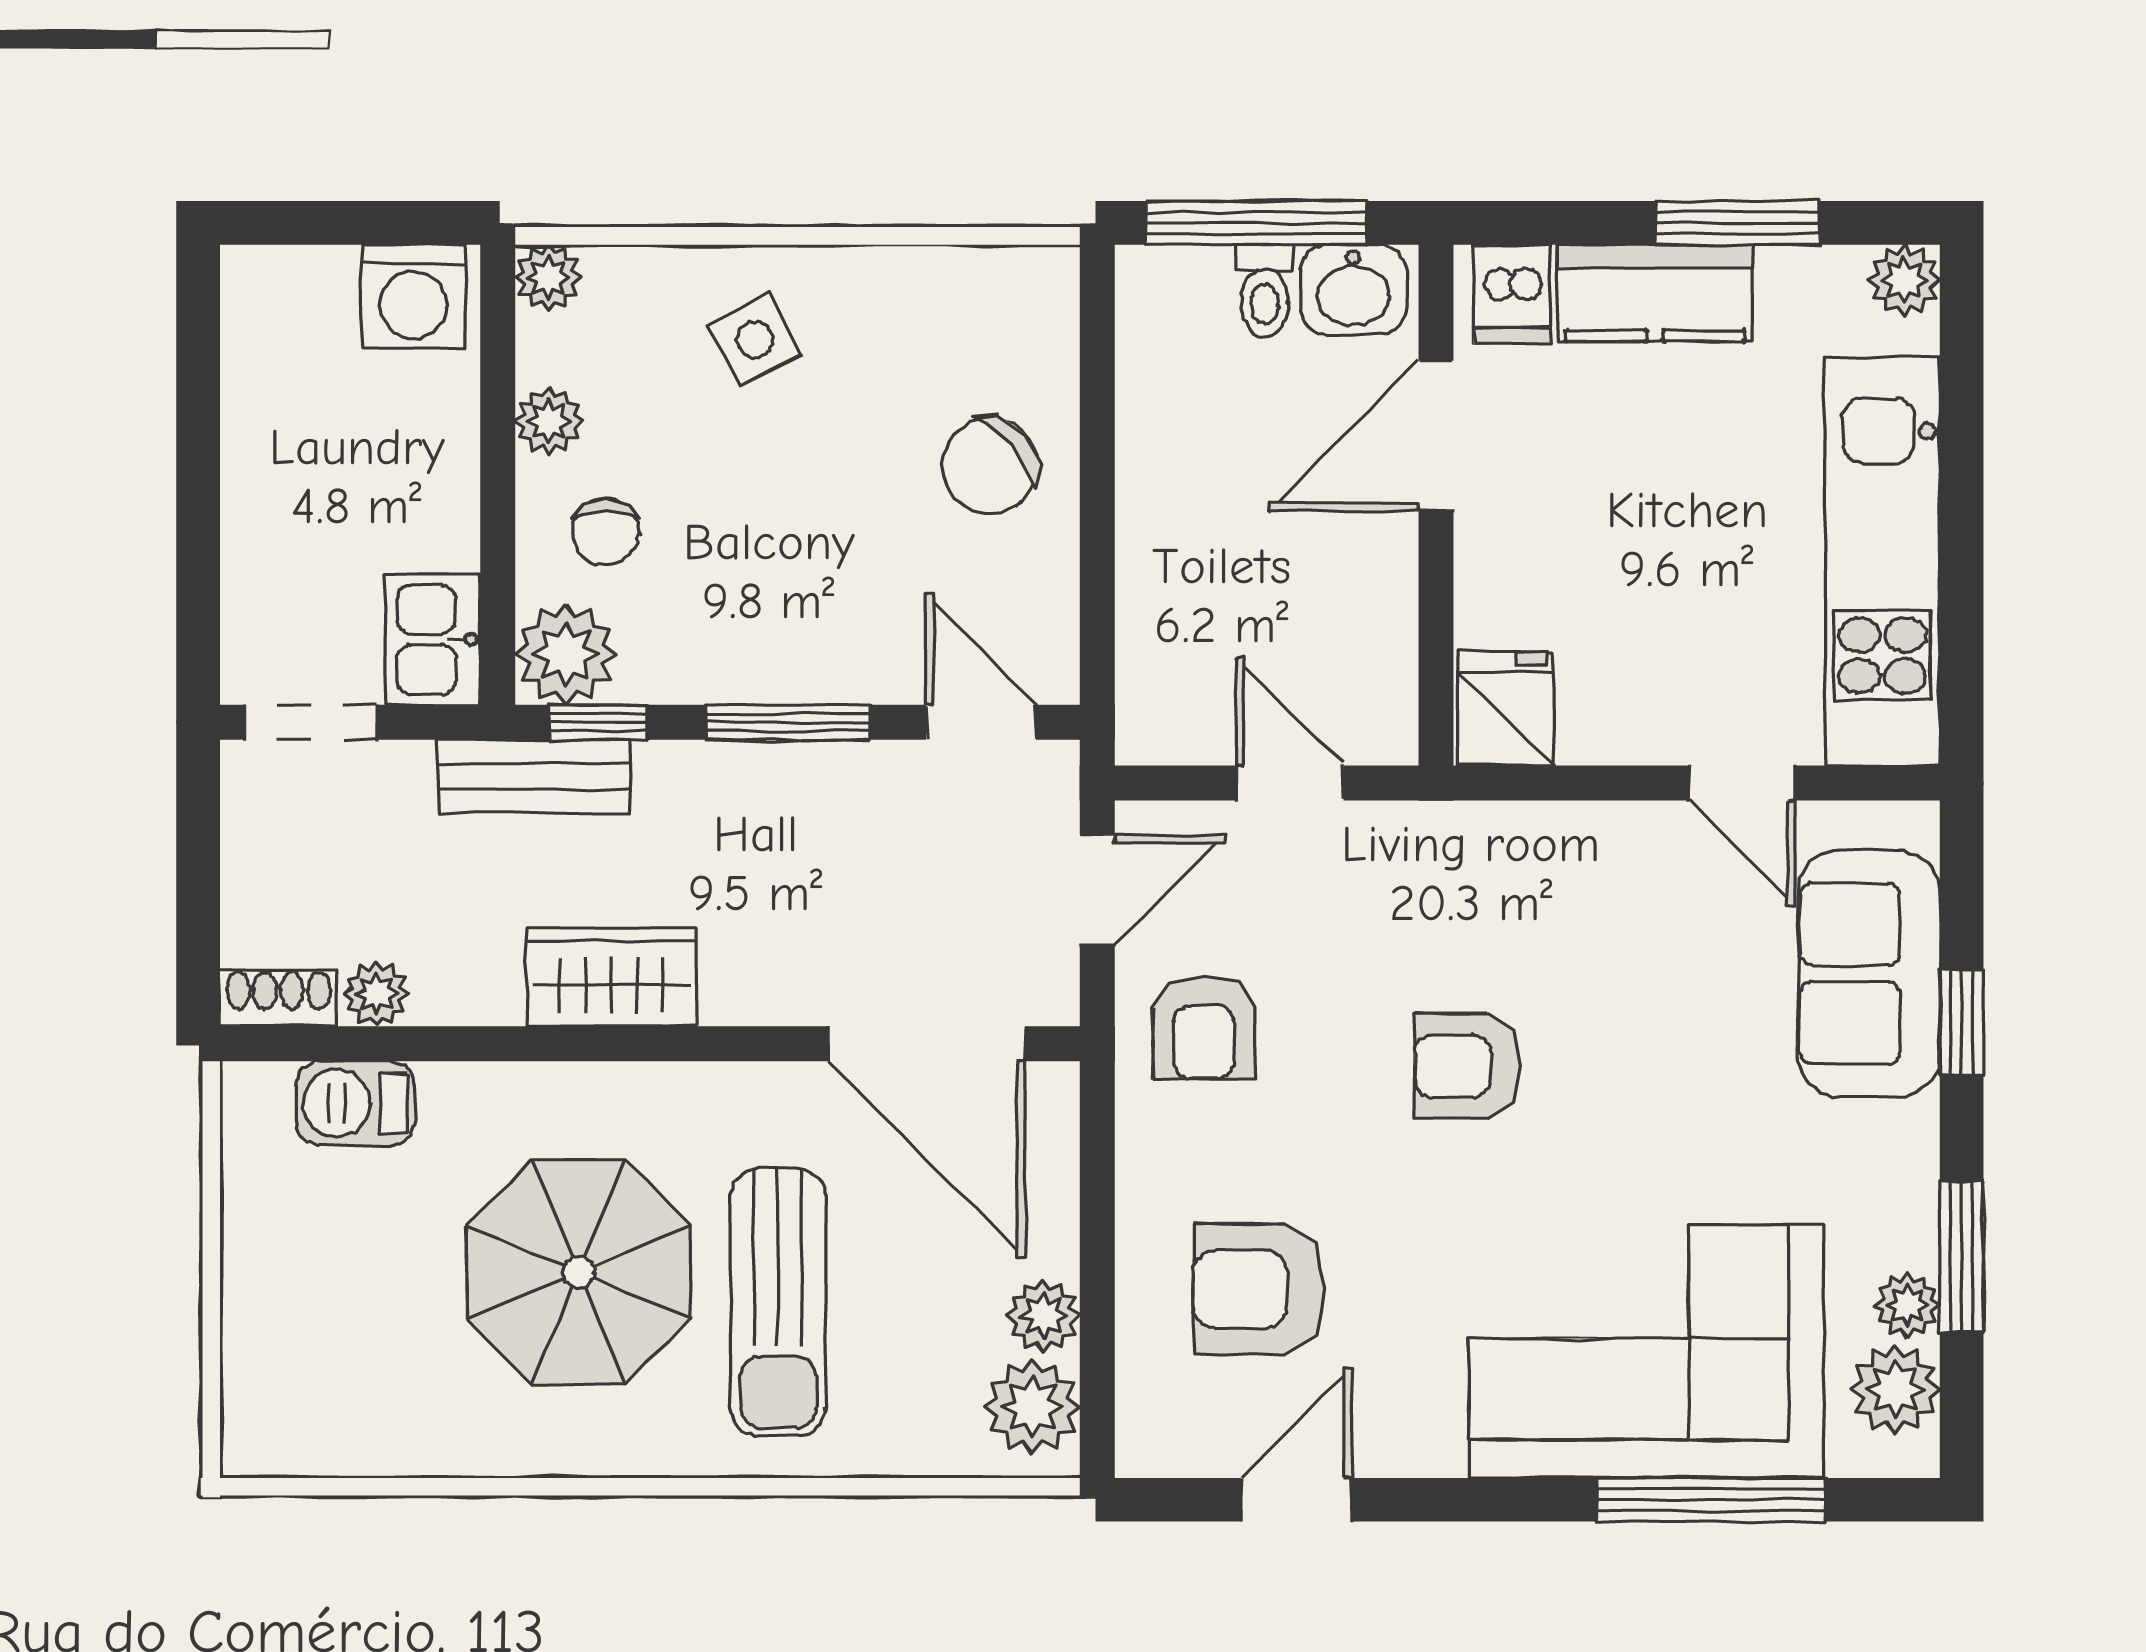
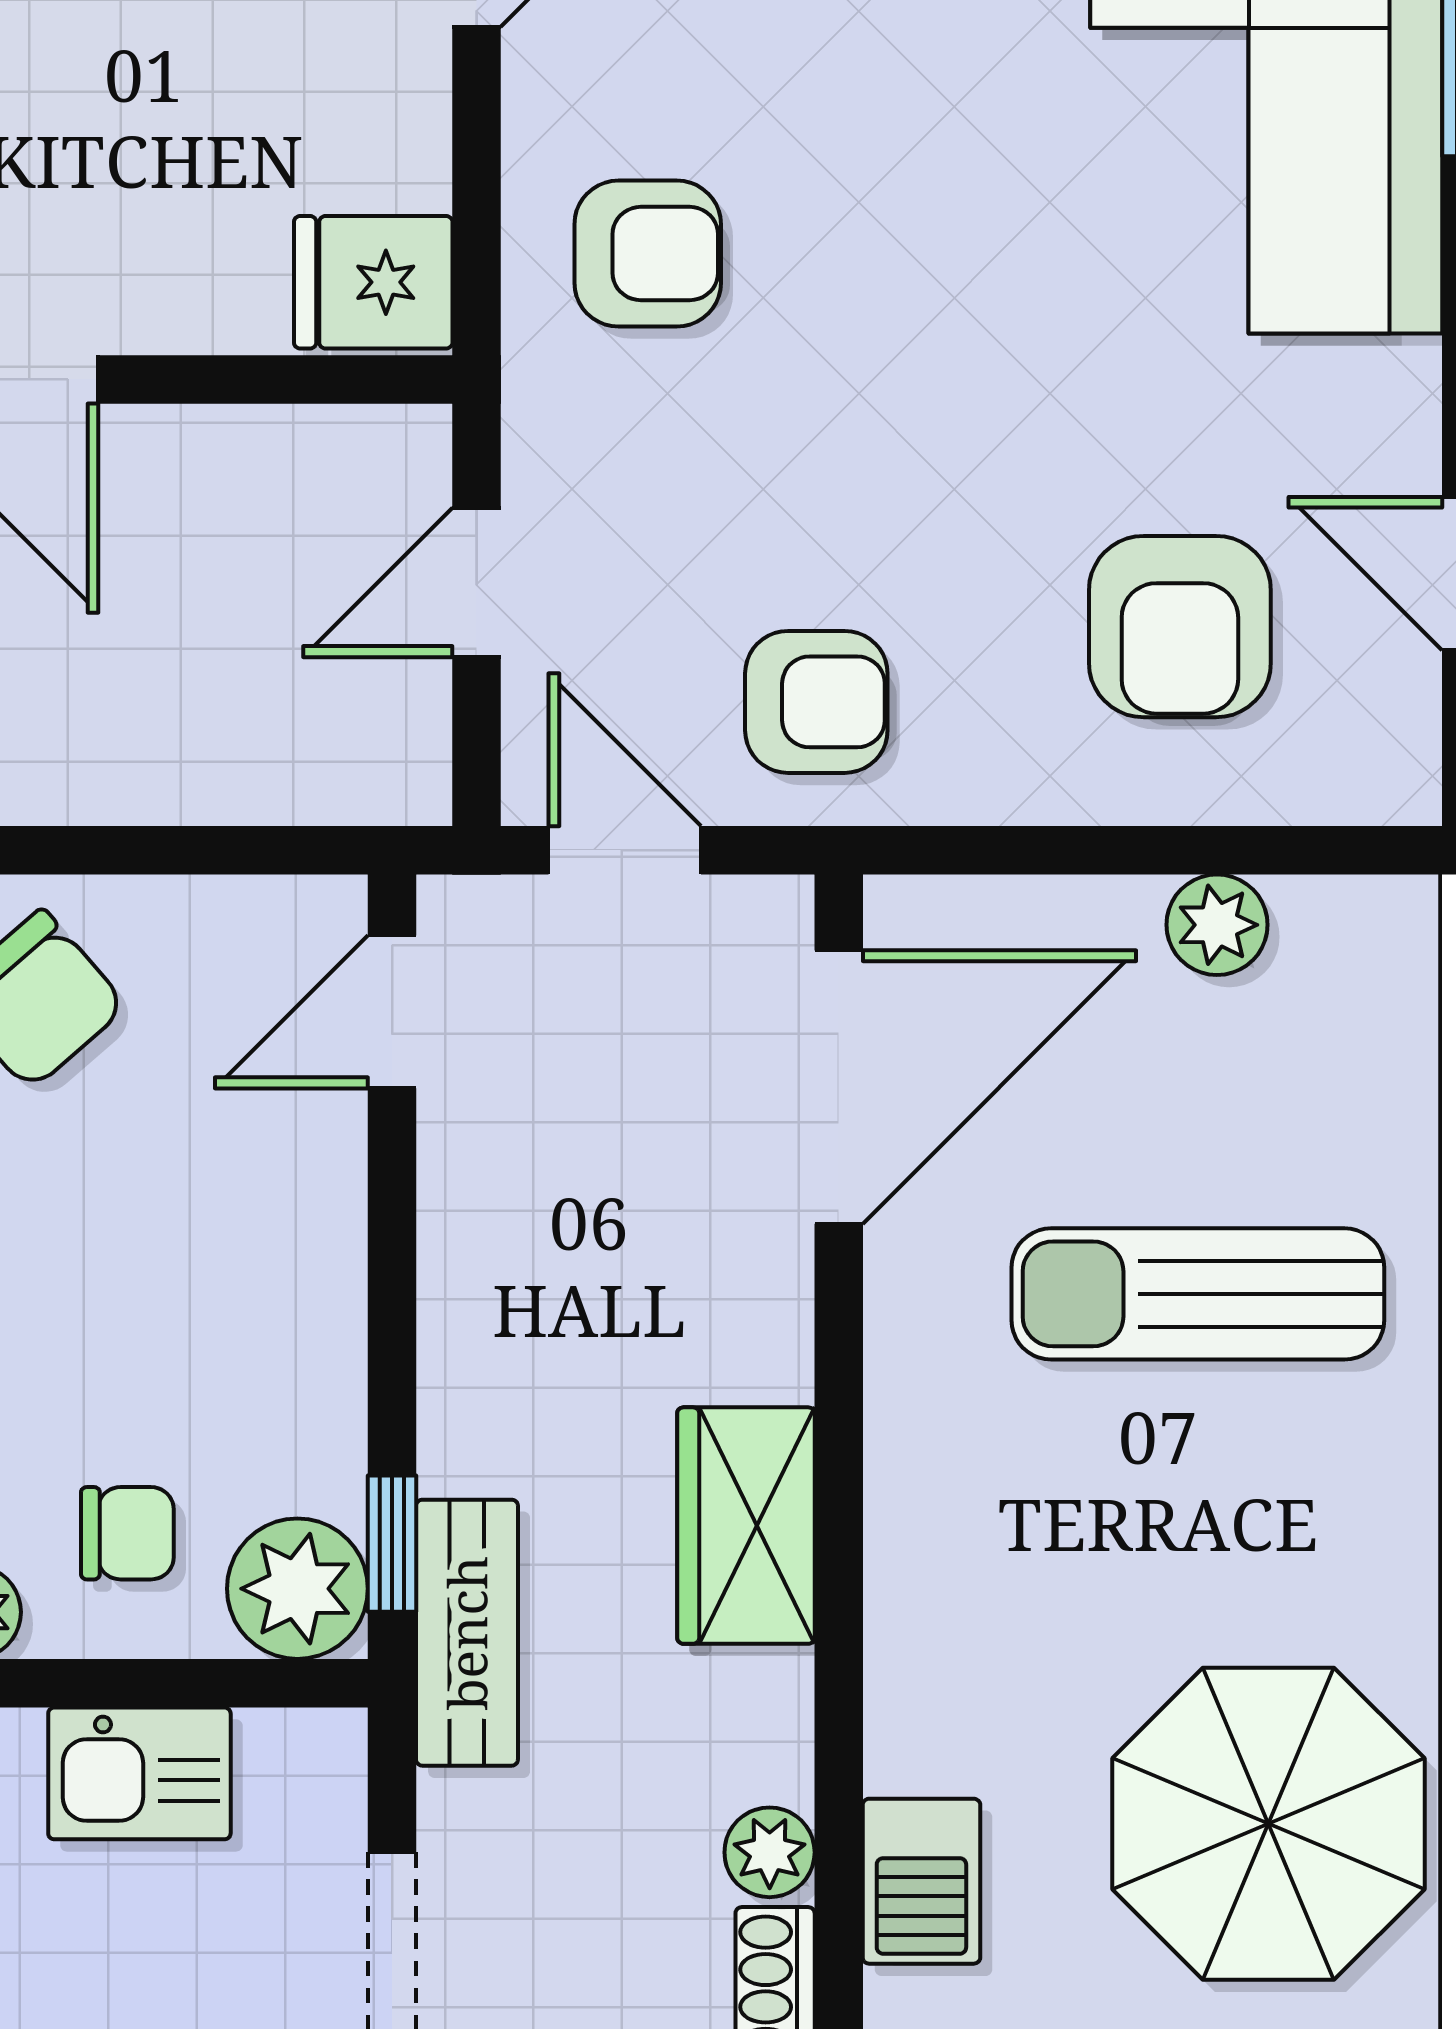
kitchen sink: (433, 639) -> (139, 1773), moved
window: (788, 722) -> (392, 1280), removed
armchair: (1467, 1066) -> (648, 254), moved, turned -90
parasol: (579, 1272) -> (1268, 1824), moved
sun lounger: (778, 1302) -> (1198, 1294), turned 180
plant: (1032, 1407) -> (1343, 940), removed

